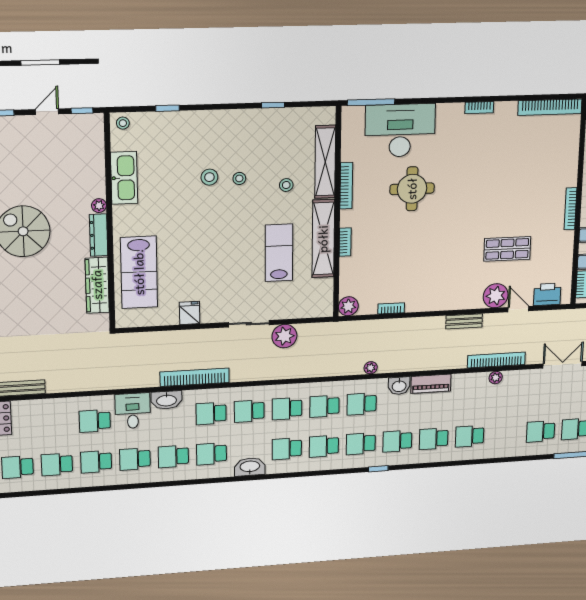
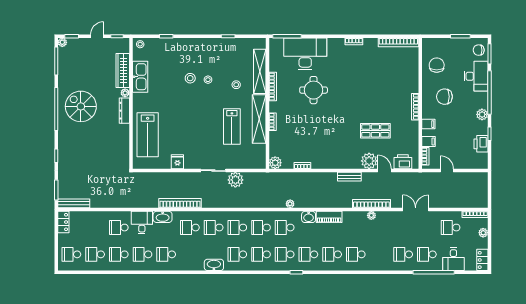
lab bench: (279, 253) -> (232, 127), turned 180
wardrobe: (97, 285) -> (123, 71), moved
school desk: (211, 454) -> (190, 254), removed

